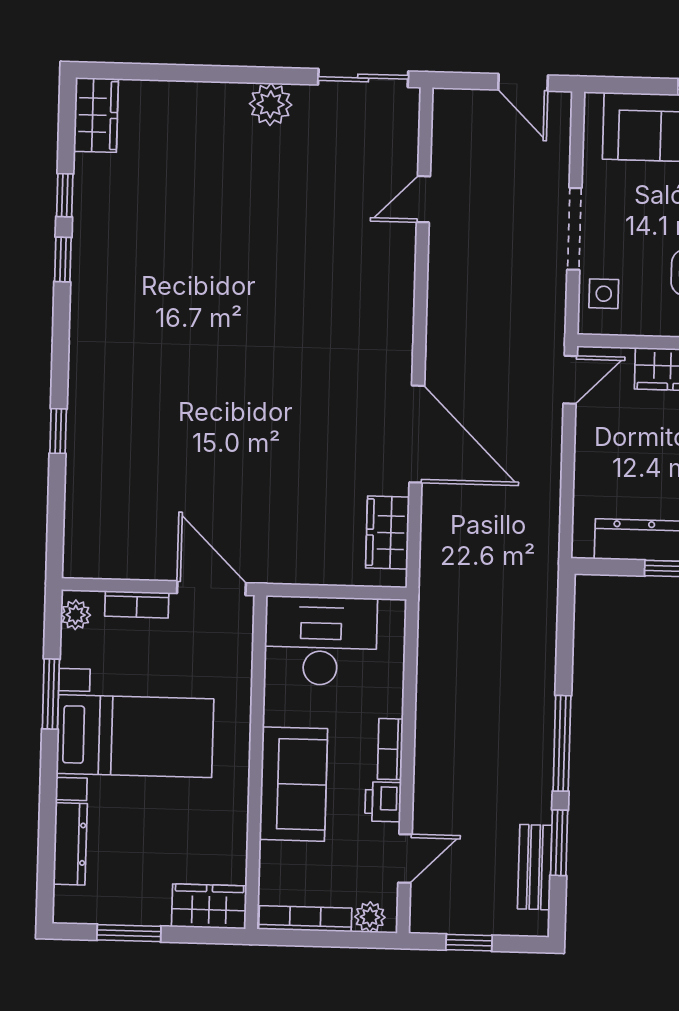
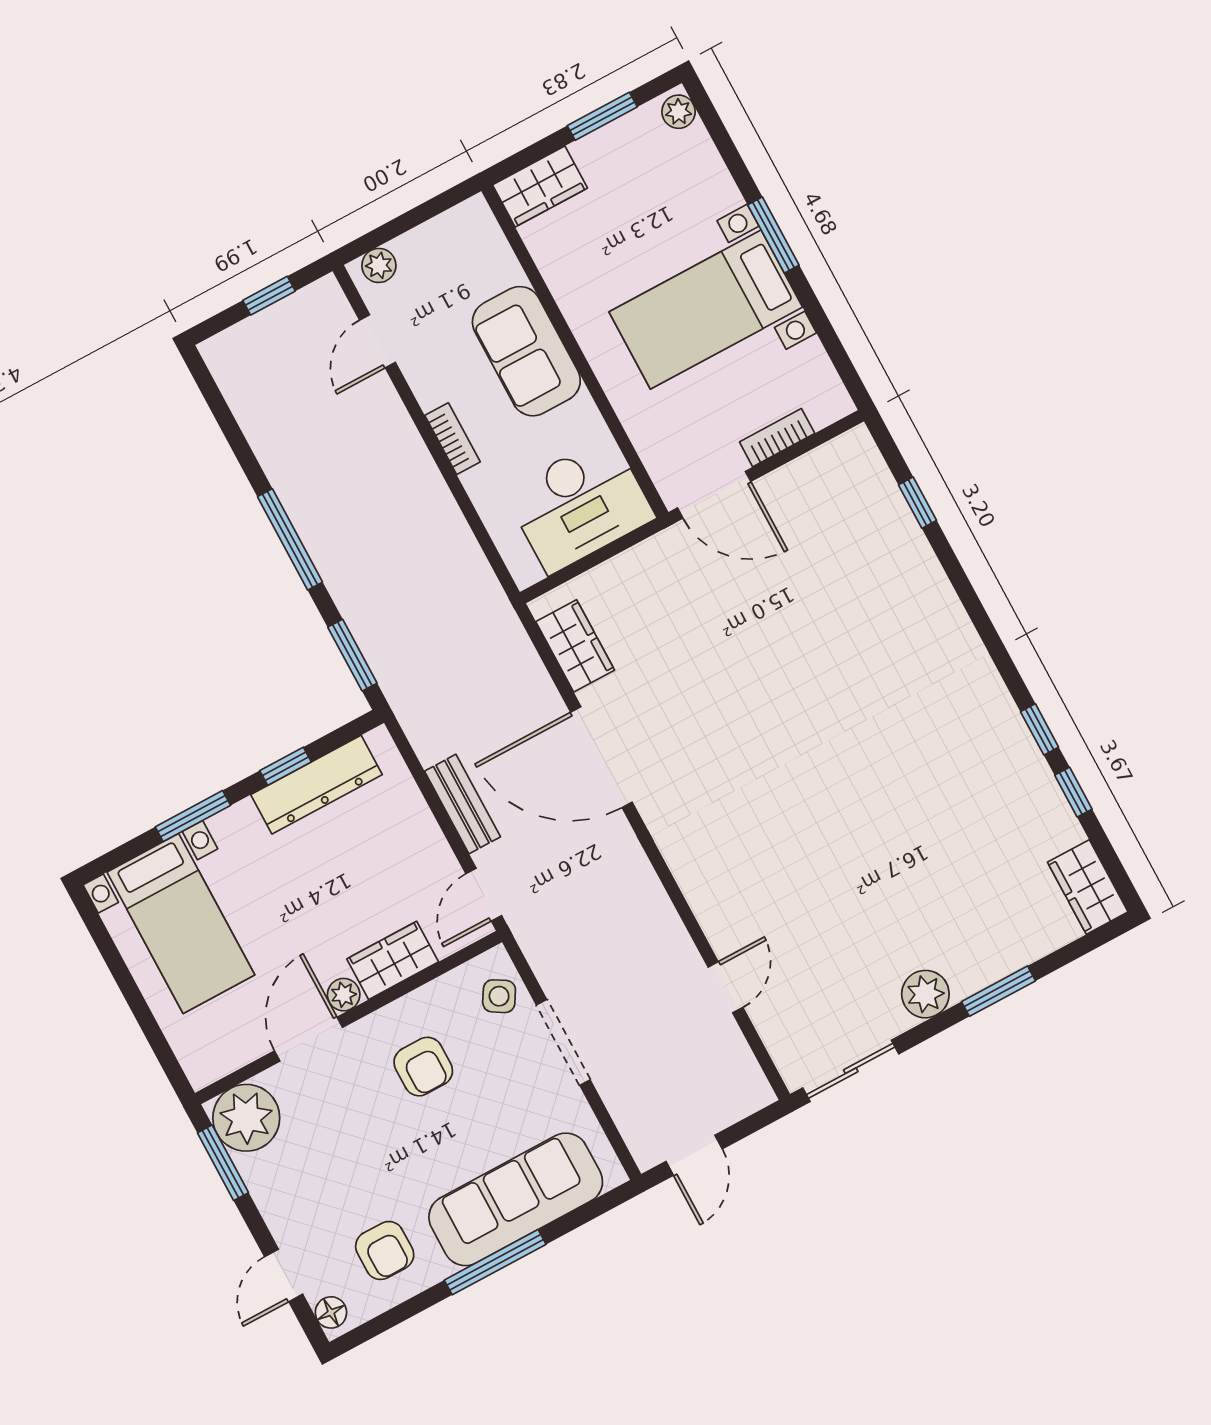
window: (212, 74) -> (999, 991), added
door: (523, 82) -> (694, 1155), swing flipped
side table: (604, 294) -> (499, 996), turned 31
window: (58, 431) -> (918, 503), moved
plant: (76, 615) -> (679, 112), moved
window: (51, 694) -> (773, 235), moved
printer: (383, 802) -> (430, 384), removed
window: (559, 843) -> (352, 655), moved
dresser: (70, 844) -> (709, 170), removed
bench: (535, 867) -> (462, 804), moved
bookcase: (305, 919) -> (440, 228), removed

